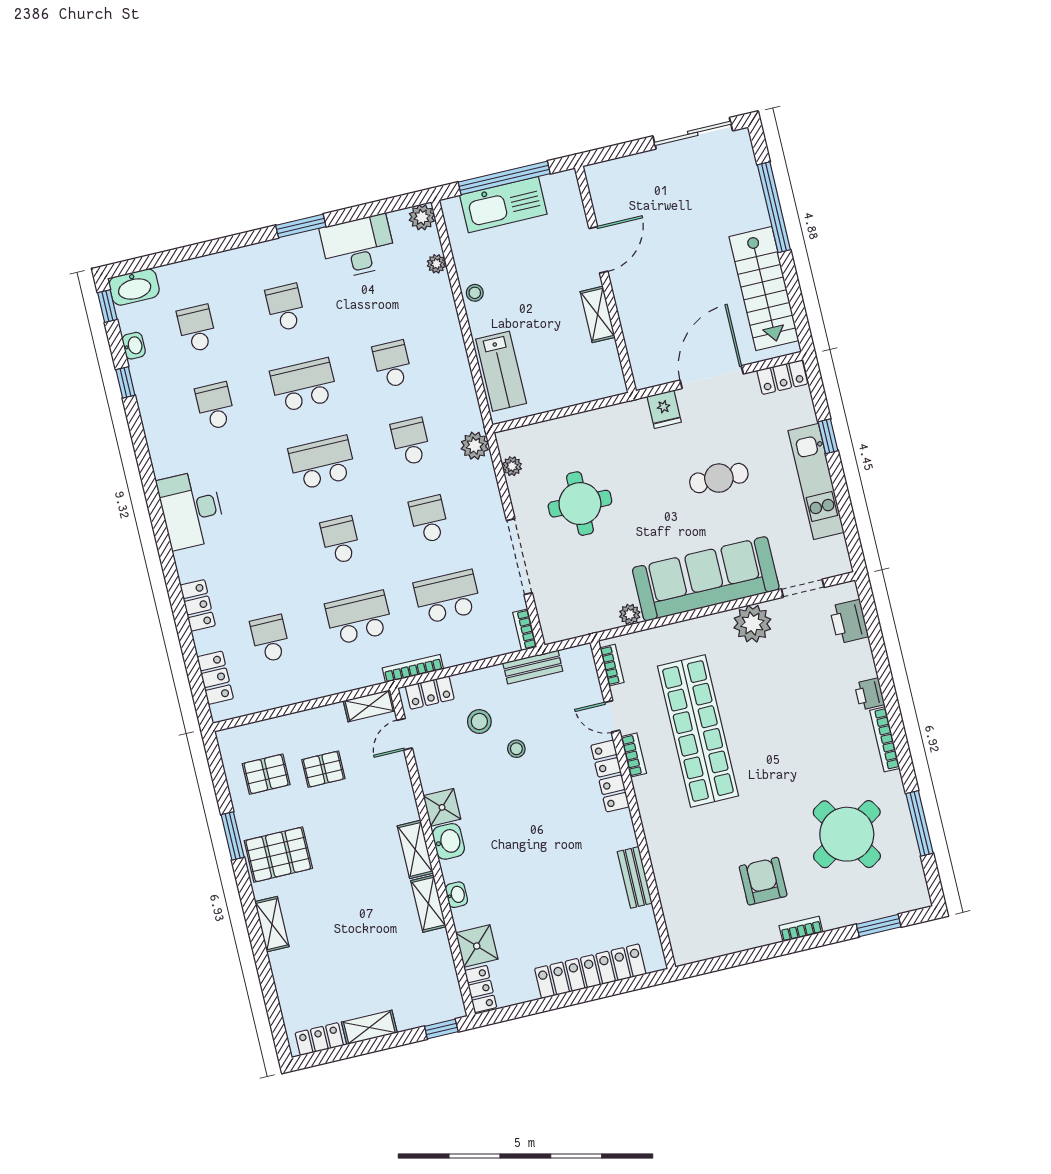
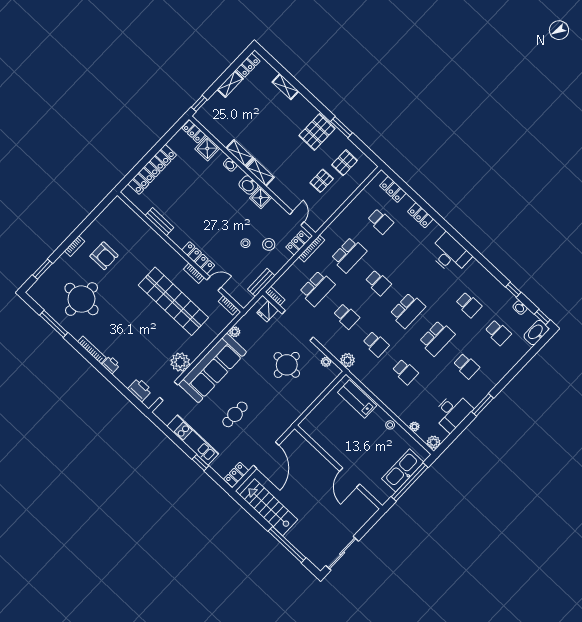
shelving: (598, 314) -> (332, 450), removed
fridge: (664, 409) -> (268, 311), moved, turned -90
shelving: (369, 706) -> (320, 220), removed
round table: (847, 834) -> (81, 299), turned 32
shelving: (272, 924) -> (285, 87), moved

